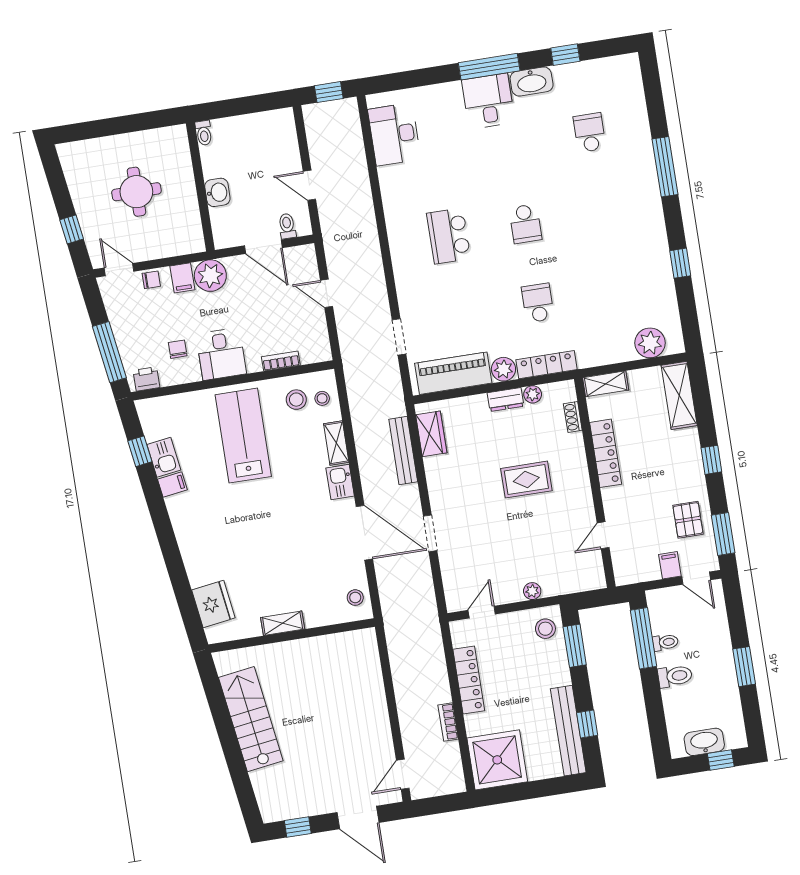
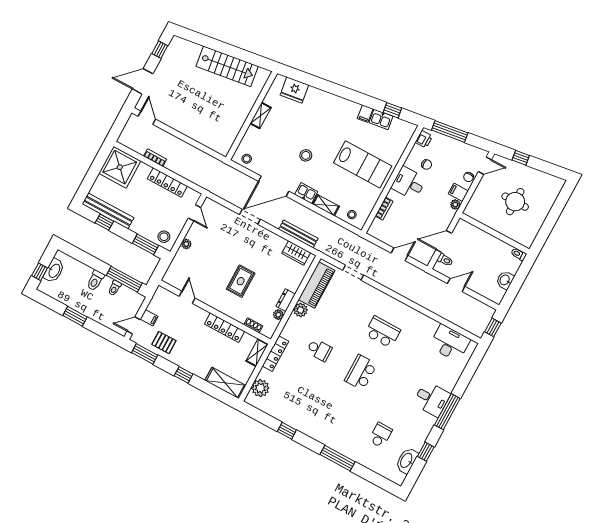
washbasin: (532, 82) -> (407, 461), moved
school desk: (590, 133) -> (381, 435), turned -90
washbasin: (217, 192) -> (505, 280), moved, turned 90
school desk: (525, 224) -> (361, 372), width x1.85
plant: (210, 276) -> (455, 204), width x0.53, depth x0.53
locker: (546, 365) -> (275, 354), moved
stool: (296, 400) -> (306, 155), moved

